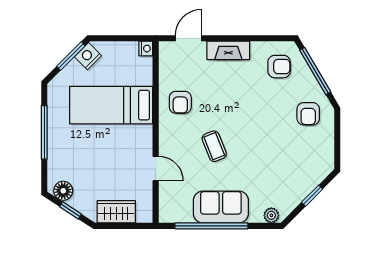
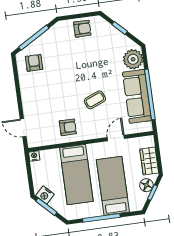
fireplace: (228, 50) -> (28, 99), removed
armchair: (308, 114) -> (82, 29), moved
bed: (88, 155) -> (113, 186), added
floor lamp: (63, 191) -> (146, 185), moved
sofa: (221, 207) -> (137, 96), width x1.36
plant: (271, 215) -> (133, 59), width x1.88, depth x1.88

